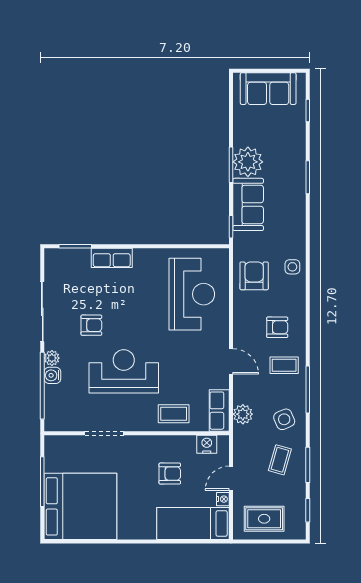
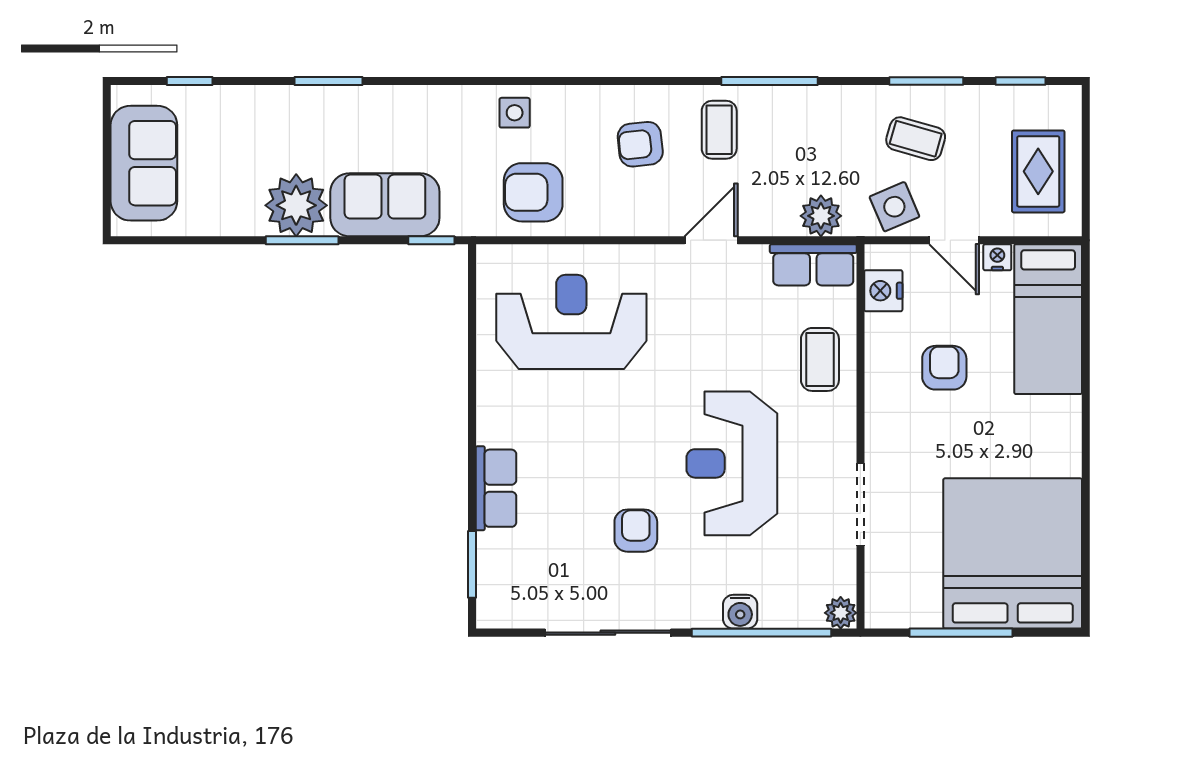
armchair: (277, 327) -> (640, 144), turned -96
plant: (52, 358) -> (841, 613), moved
side table: (284, 419) -> (894, 207), moved

